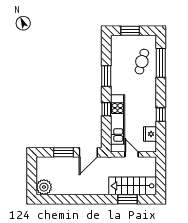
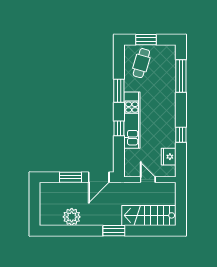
cafe table: (142, 62) -> (141, 63), moved
kitchen unit: (118, 120) -> (132, 120), moved
plant: (44, 187) -> (72, 217), moved
window: (127, 199) -> (114, 231), moved

